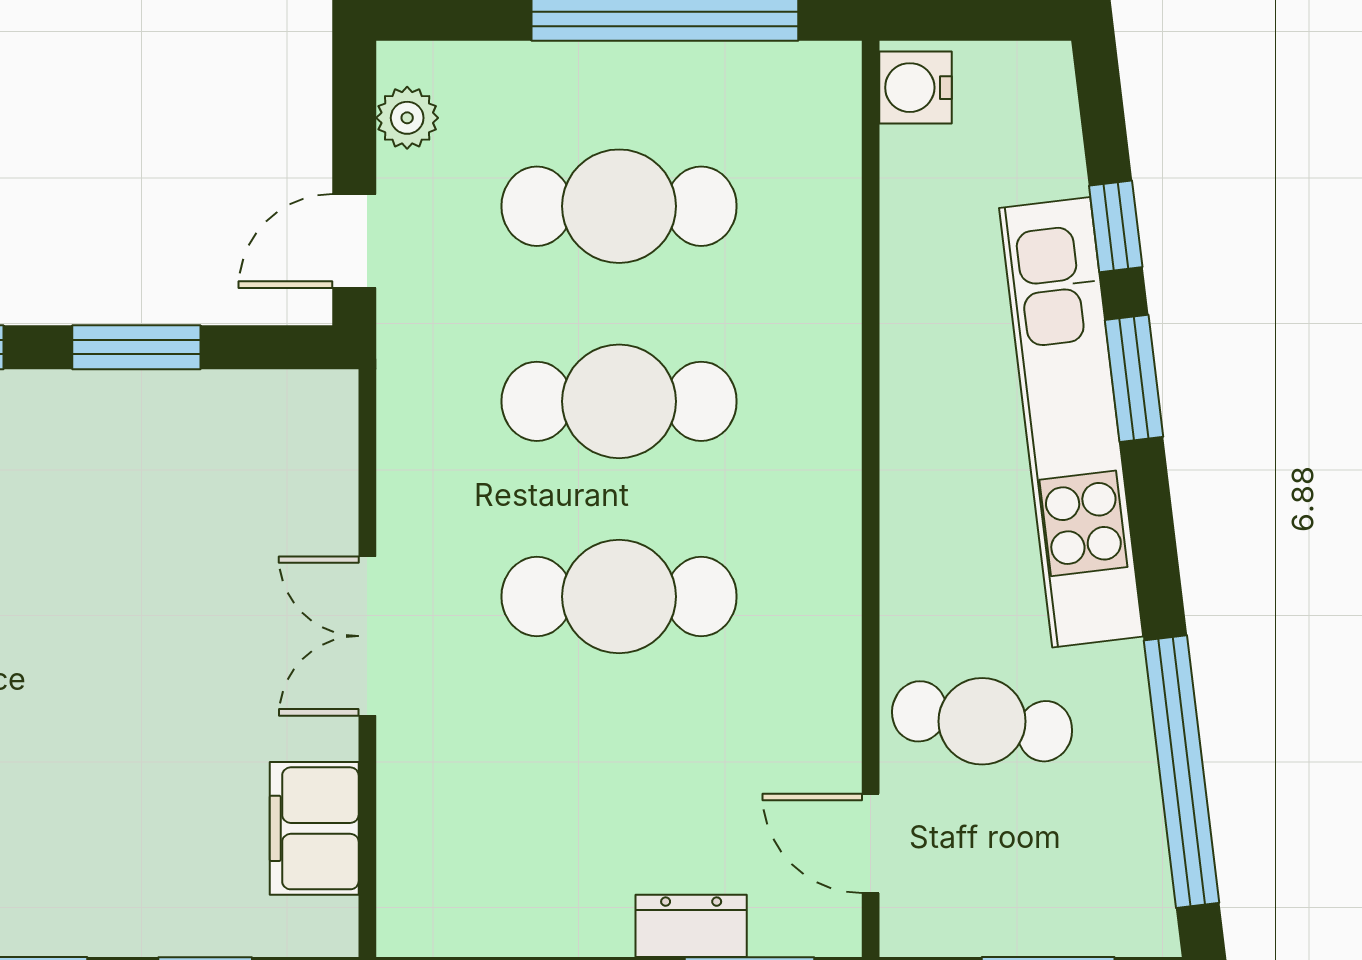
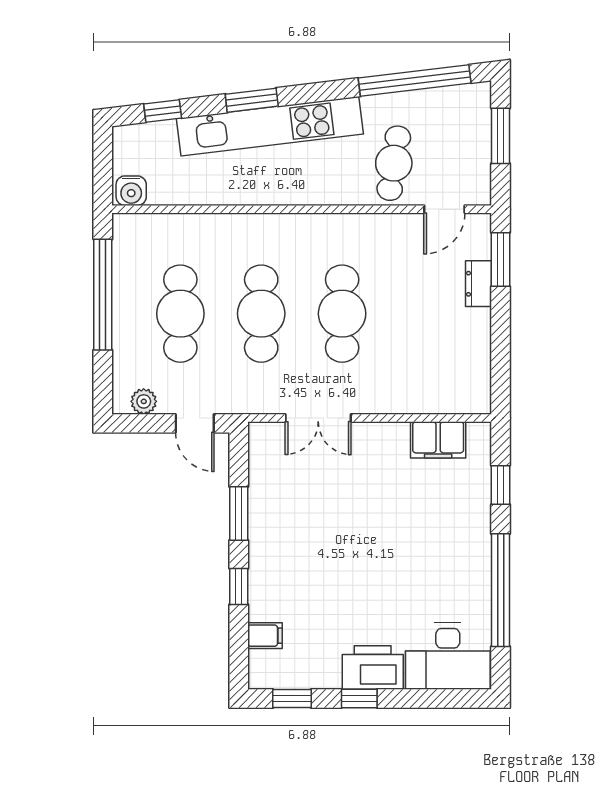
window: (1116, 226) -> (163, 111), moved
double door: (367, 636) -> (318, 418), moved

